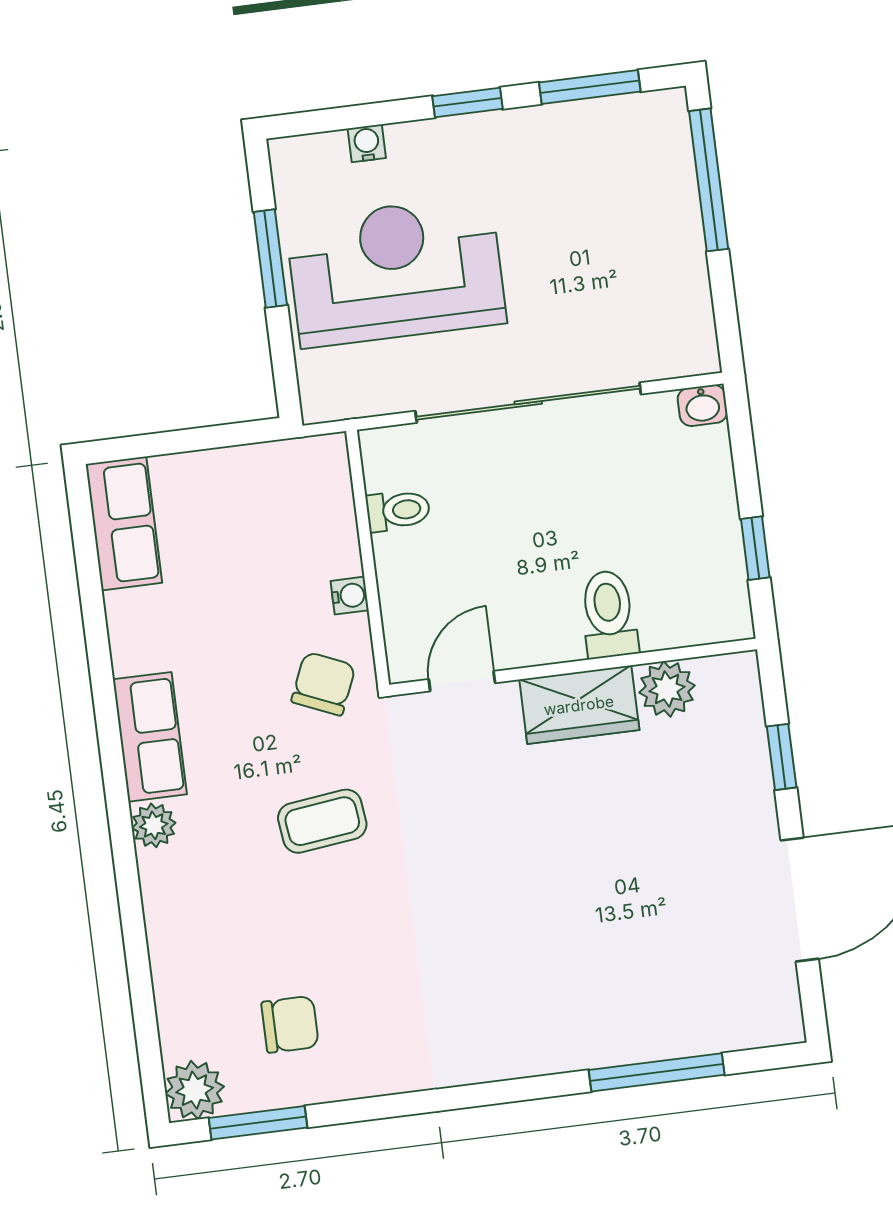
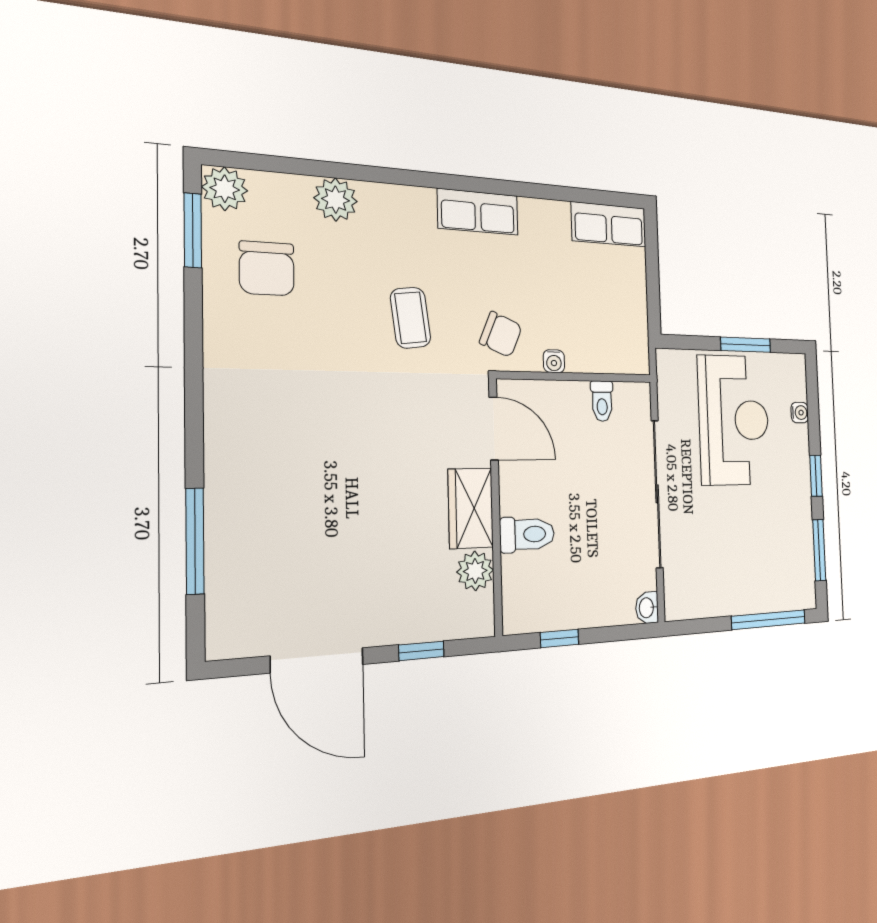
door: (462, 681) -> (494, 429), width x1.38
plant: (154, 825) -> (336, 200), moved, width x1.38, depth x1.38
chair: (290, 1024) -> (267, 268), width x1.37, depth x1.37

